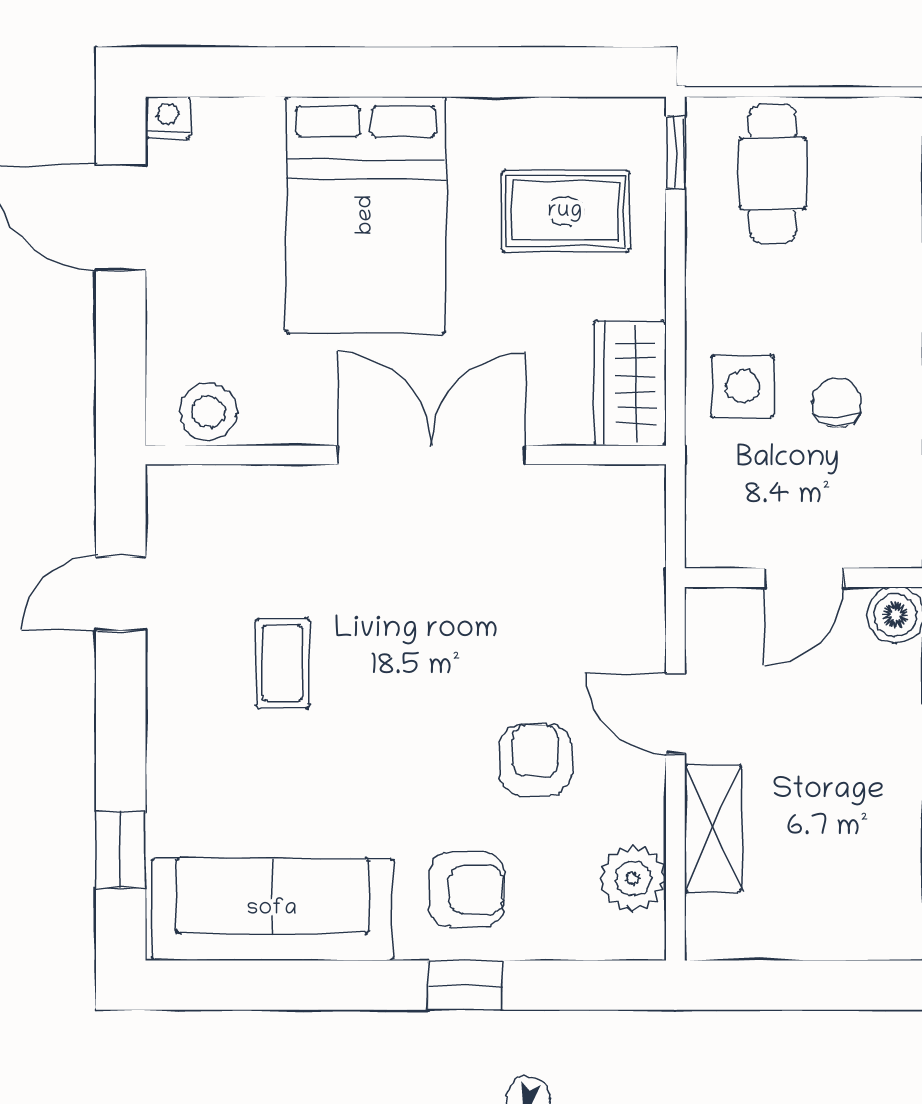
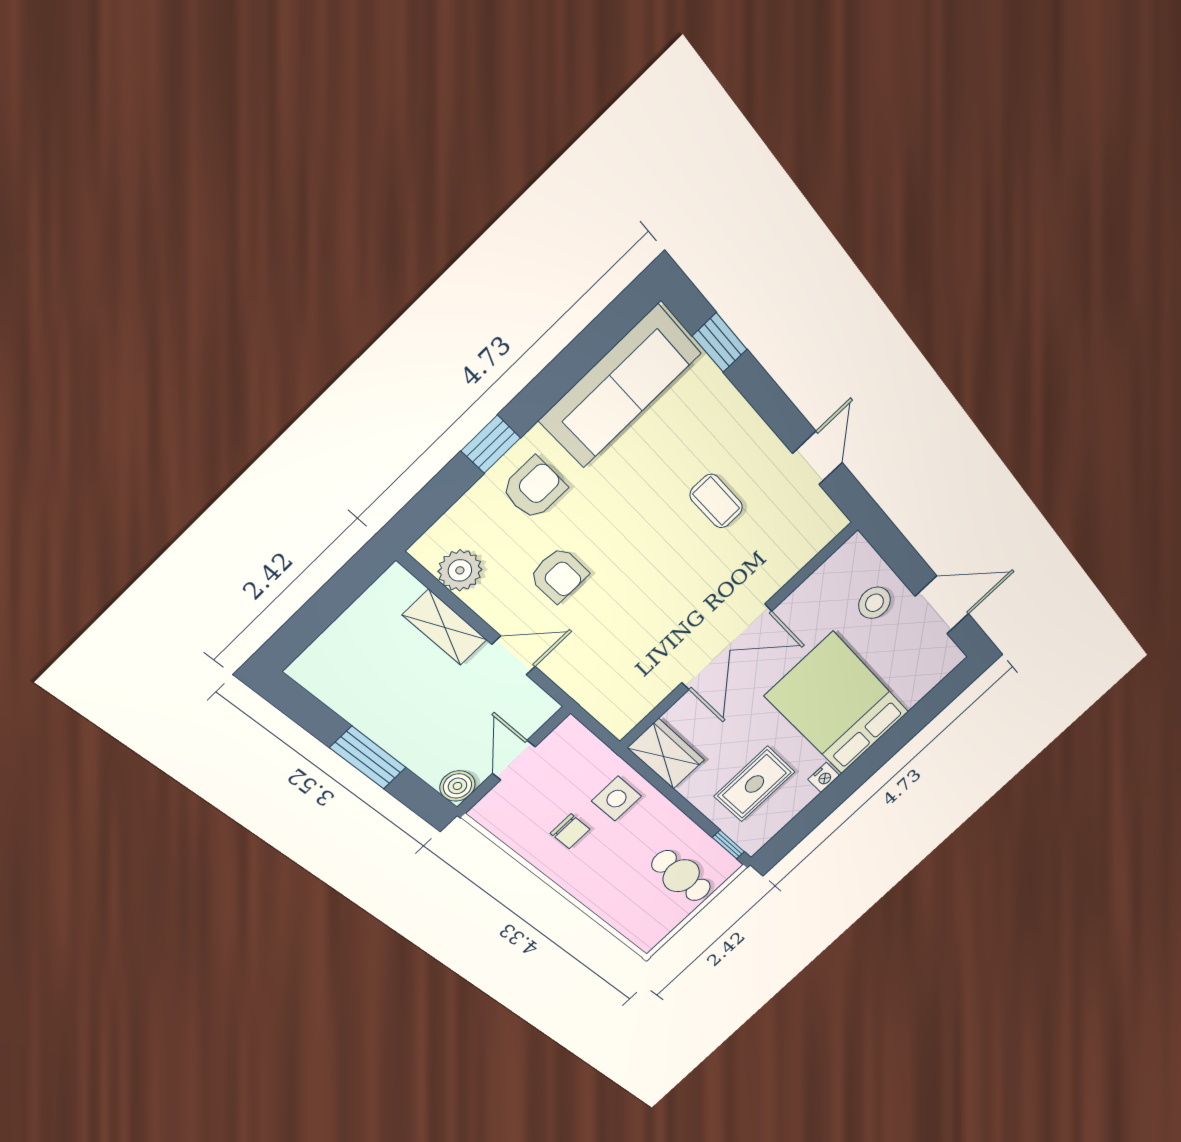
nightstand: (168, 118) -> (824, 777), moved
stool: (208, 412) -> (874, 603), moved
armchair: (467, 890) -> (534, 488), turned 180

